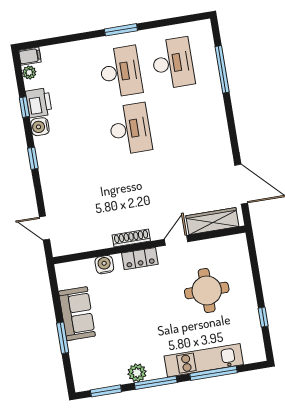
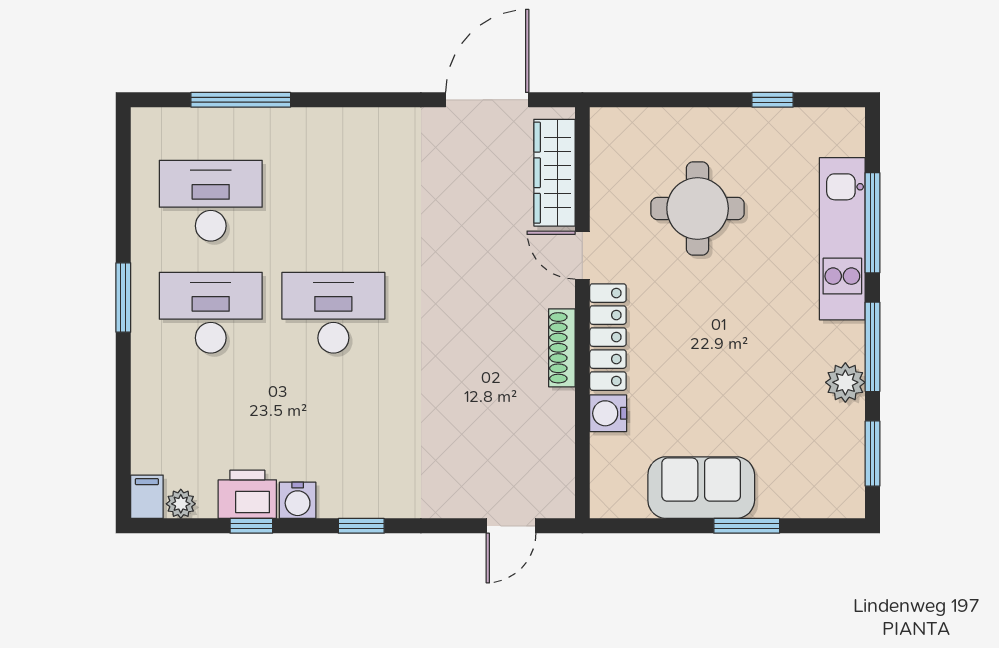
locker: (140, 259) -> (608, 337), width x1.53

